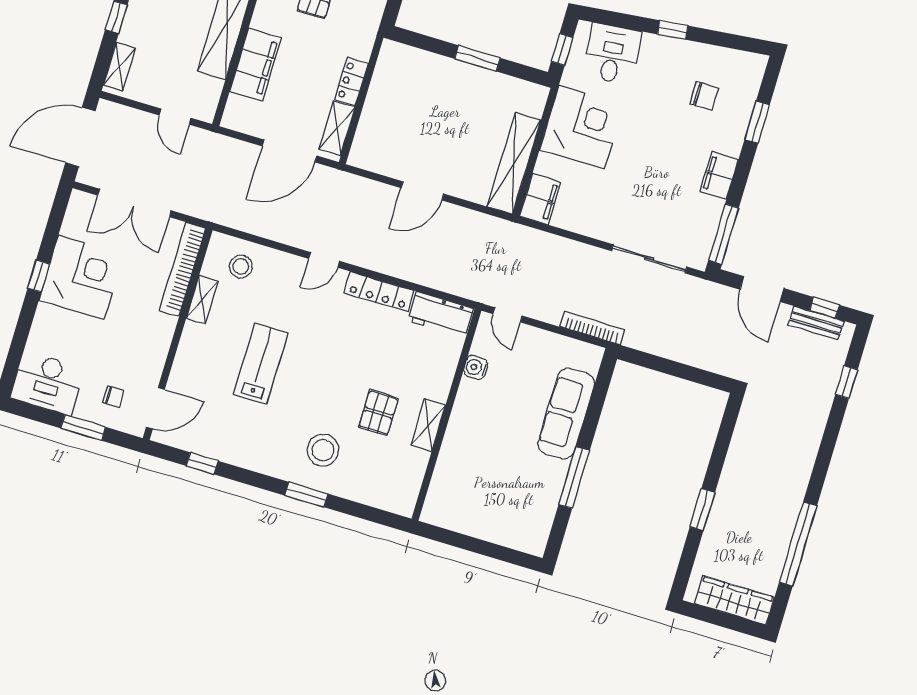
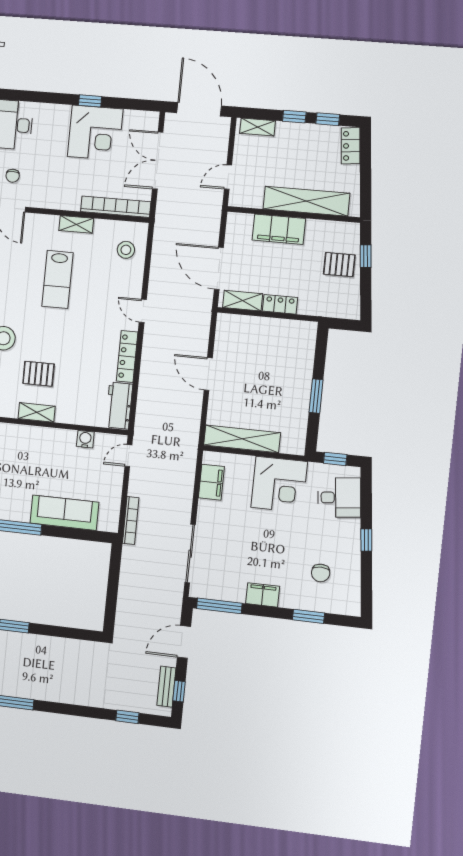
filing cabinet: (540, 199) -> (211, 482), moved, turned -90
shelving: (202, 300) -> (76, 224), moved
lab bench: (261, 364) -> (57, 279), turned 90

